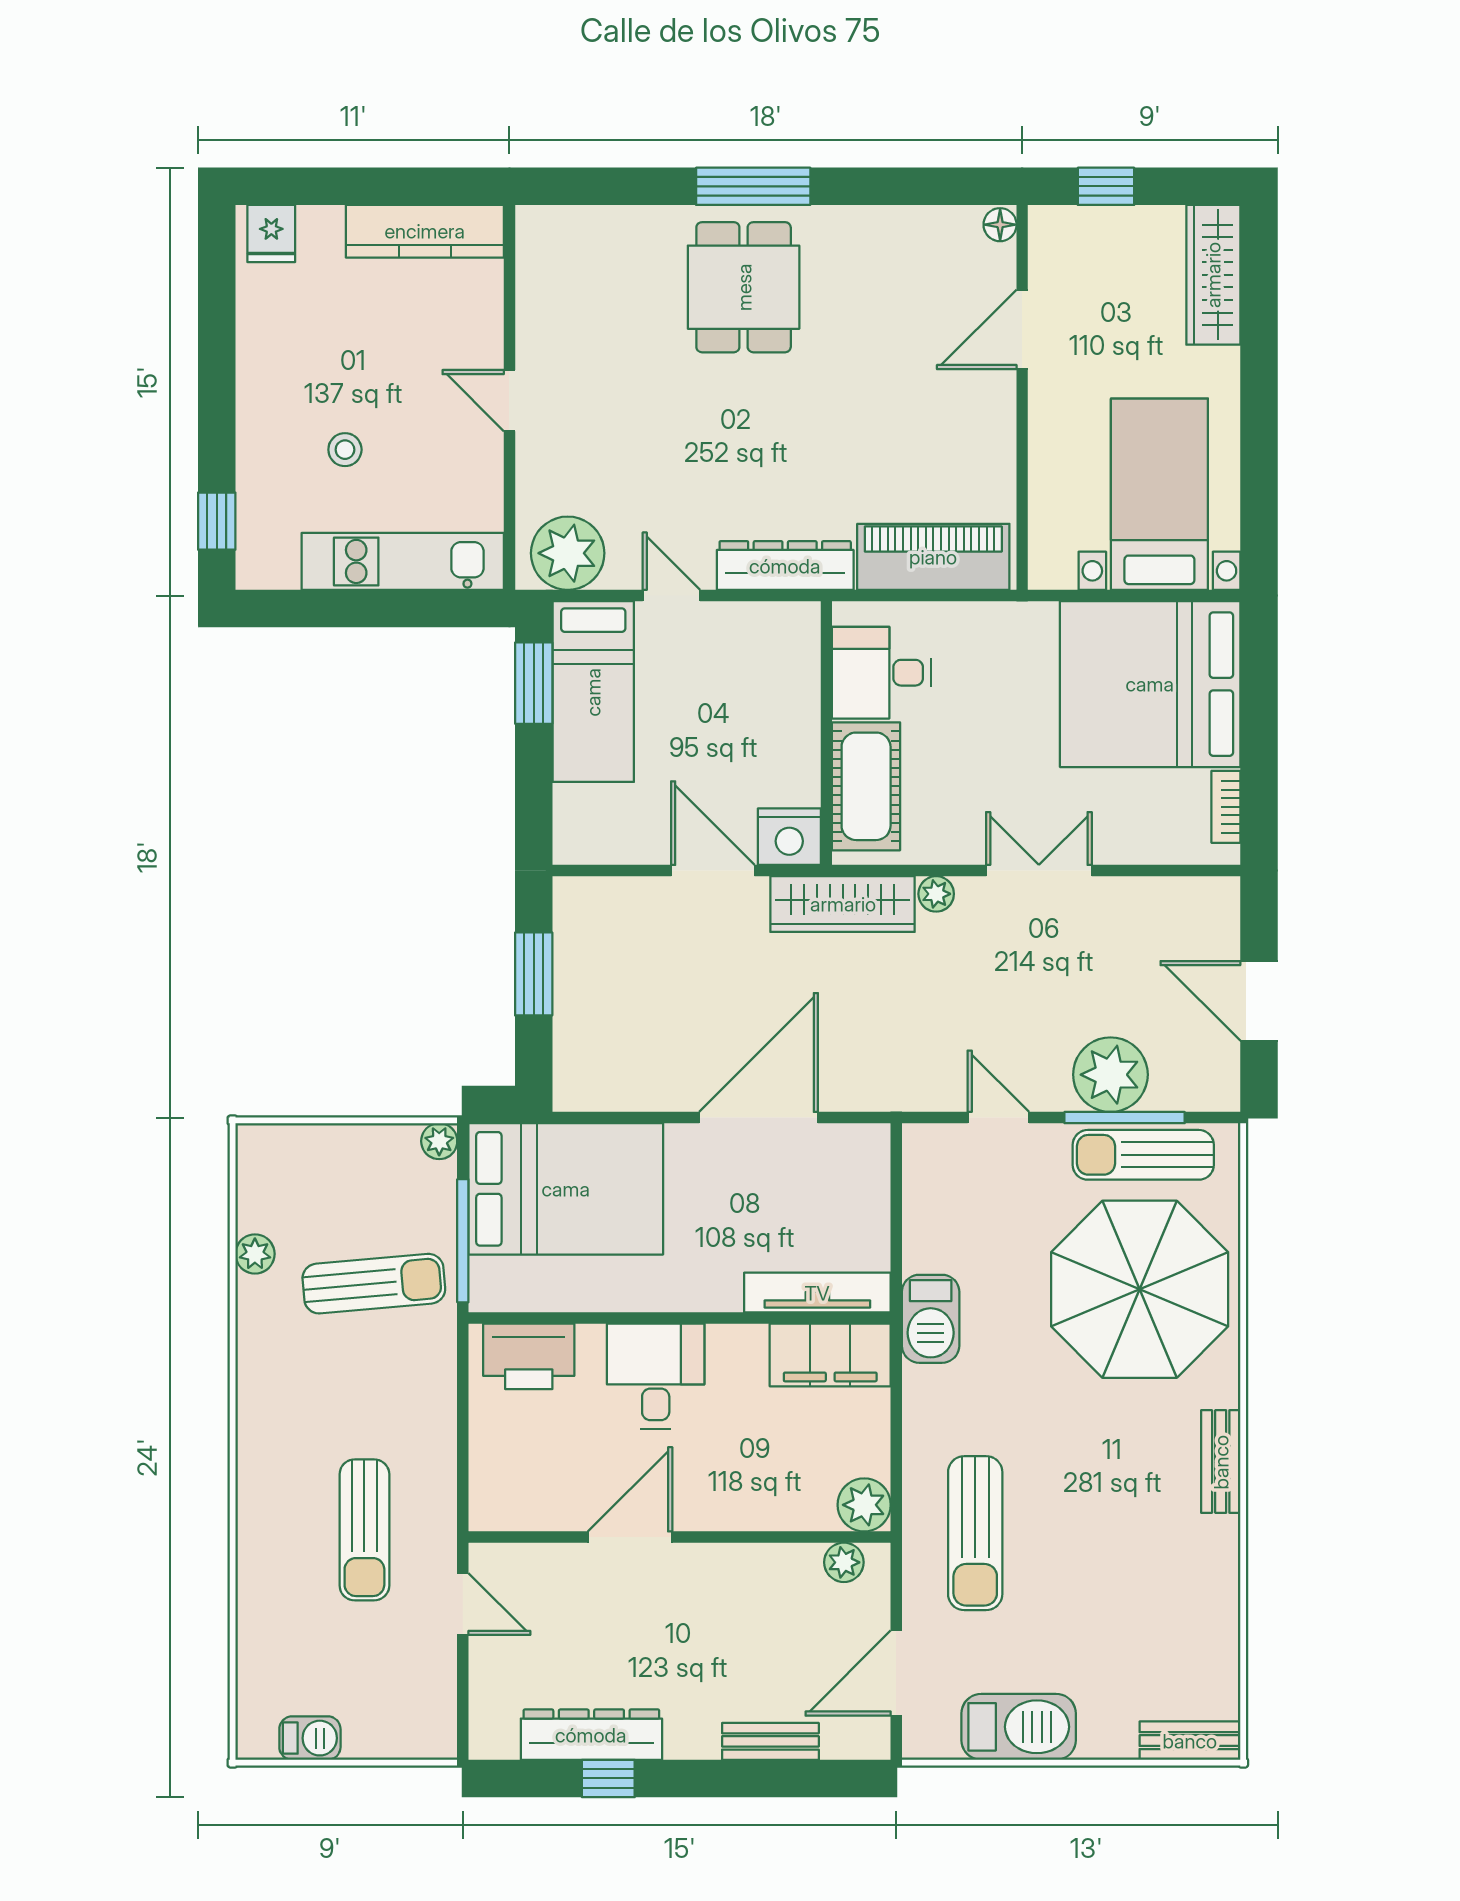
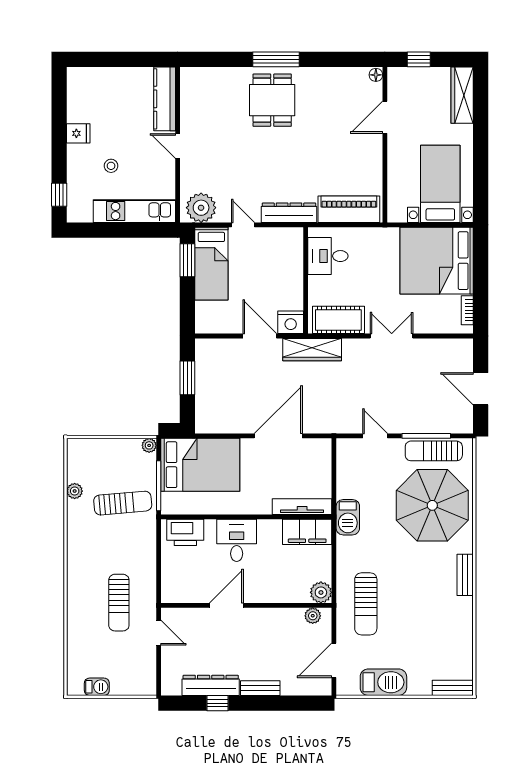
kitchen counter: (425, 231) -> (165, 99), moved, turned 90
fridge: (271, 233) -> (78, 133), moved, turned -90
cot: (866, 786) -> (338, 320), moved, turned 90
plant: (936, 894) -> (350, 345), removed
plant: (1110, 1075) -> (421, 419), removed
bench: (770, 1741) -> (260, 688), moved

